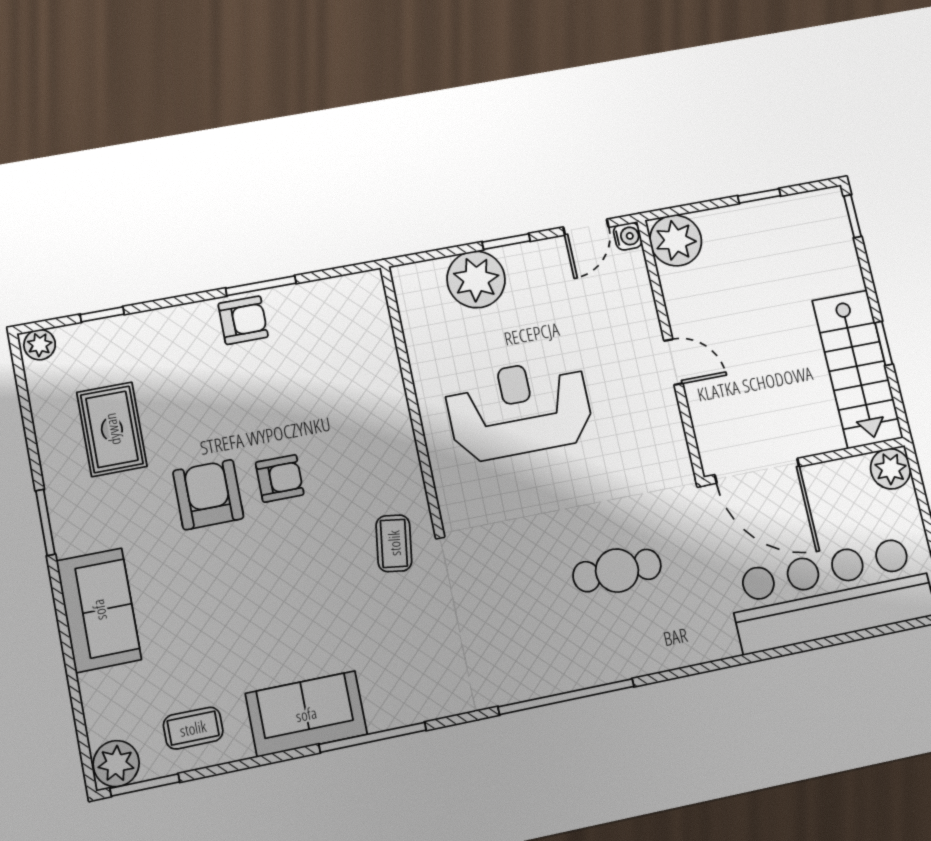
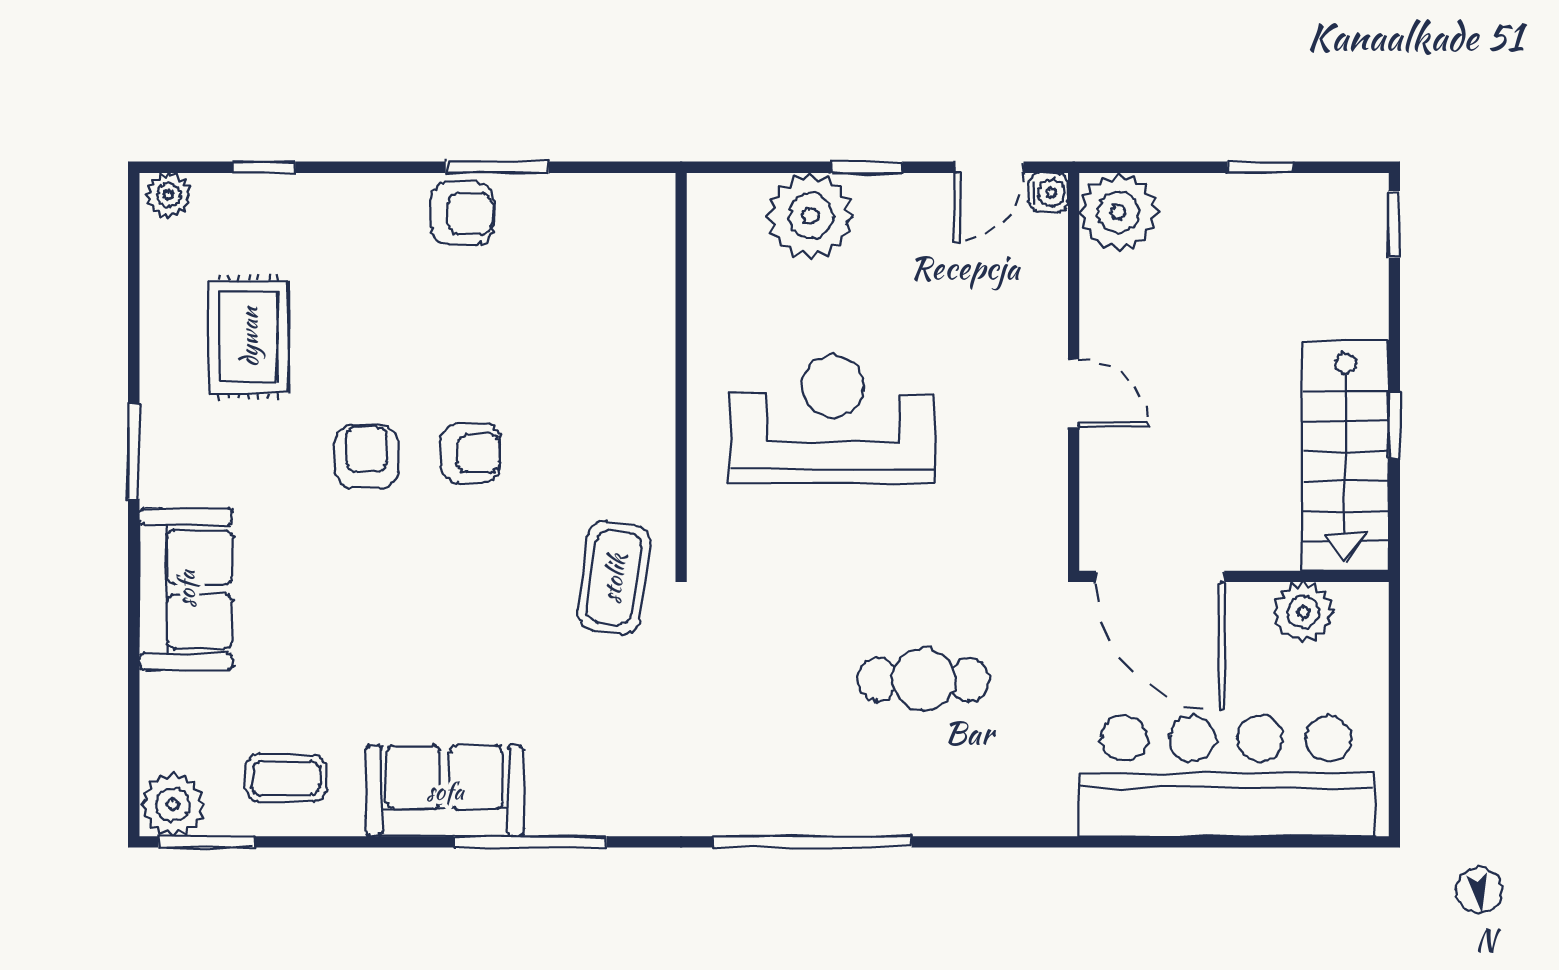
plant: (891, 469) -> (1303, 612), moved
armchair: (208, 495) -> (366, 457), width x0.72, depth x0.72
coffee table: (394, 543) -> (614, 578), width x1.36, depth x1.30

